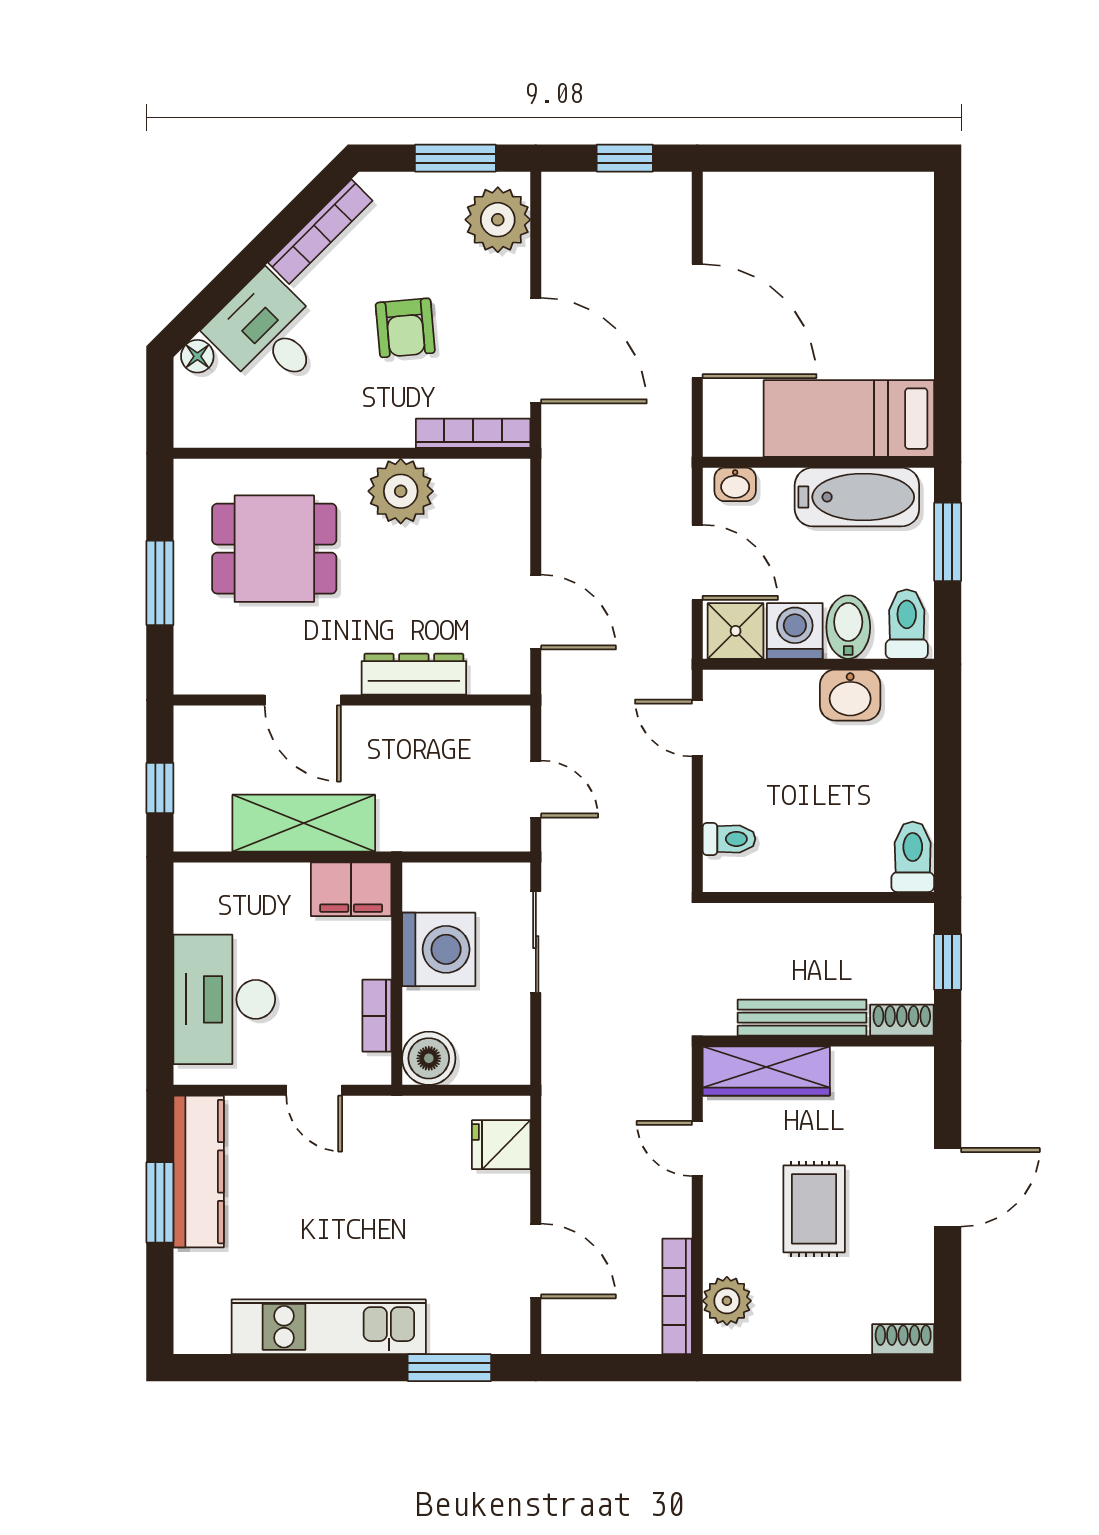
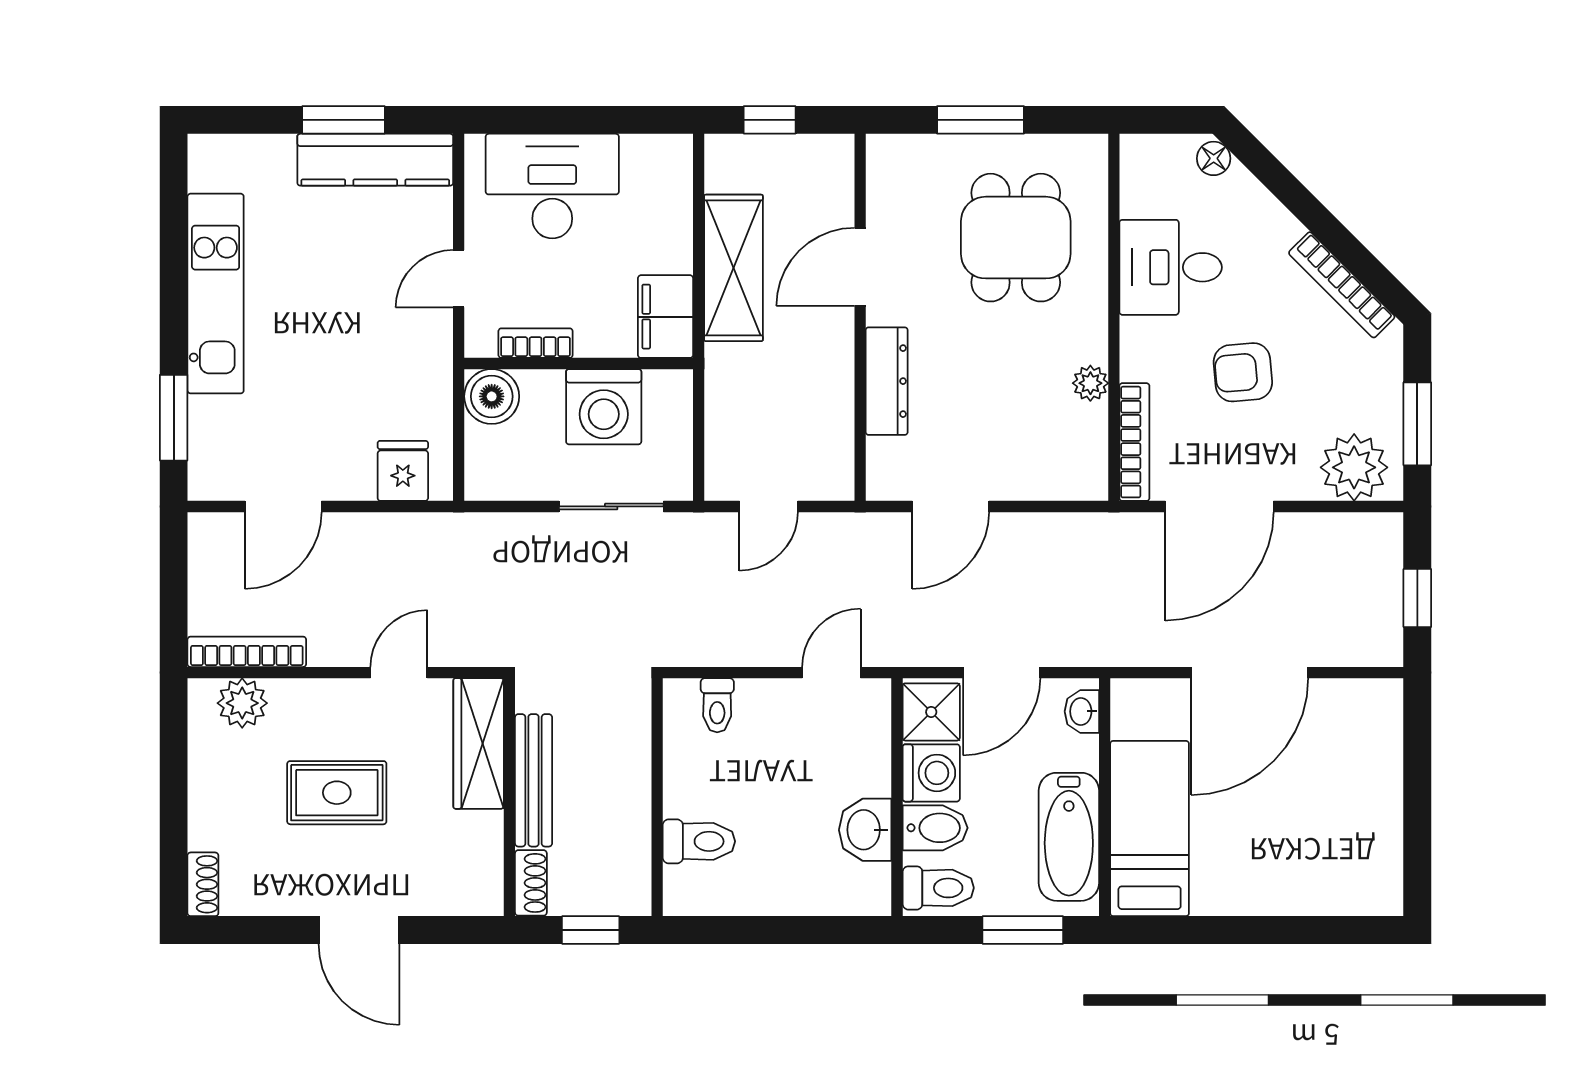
desk: (268, 333) -> (1171, 267), moved, turned -135
plant: (401, 491) -> (1090, 383), width x0.53, depth x0.53
toilet: (913, 857) -> (699, 841), moved

